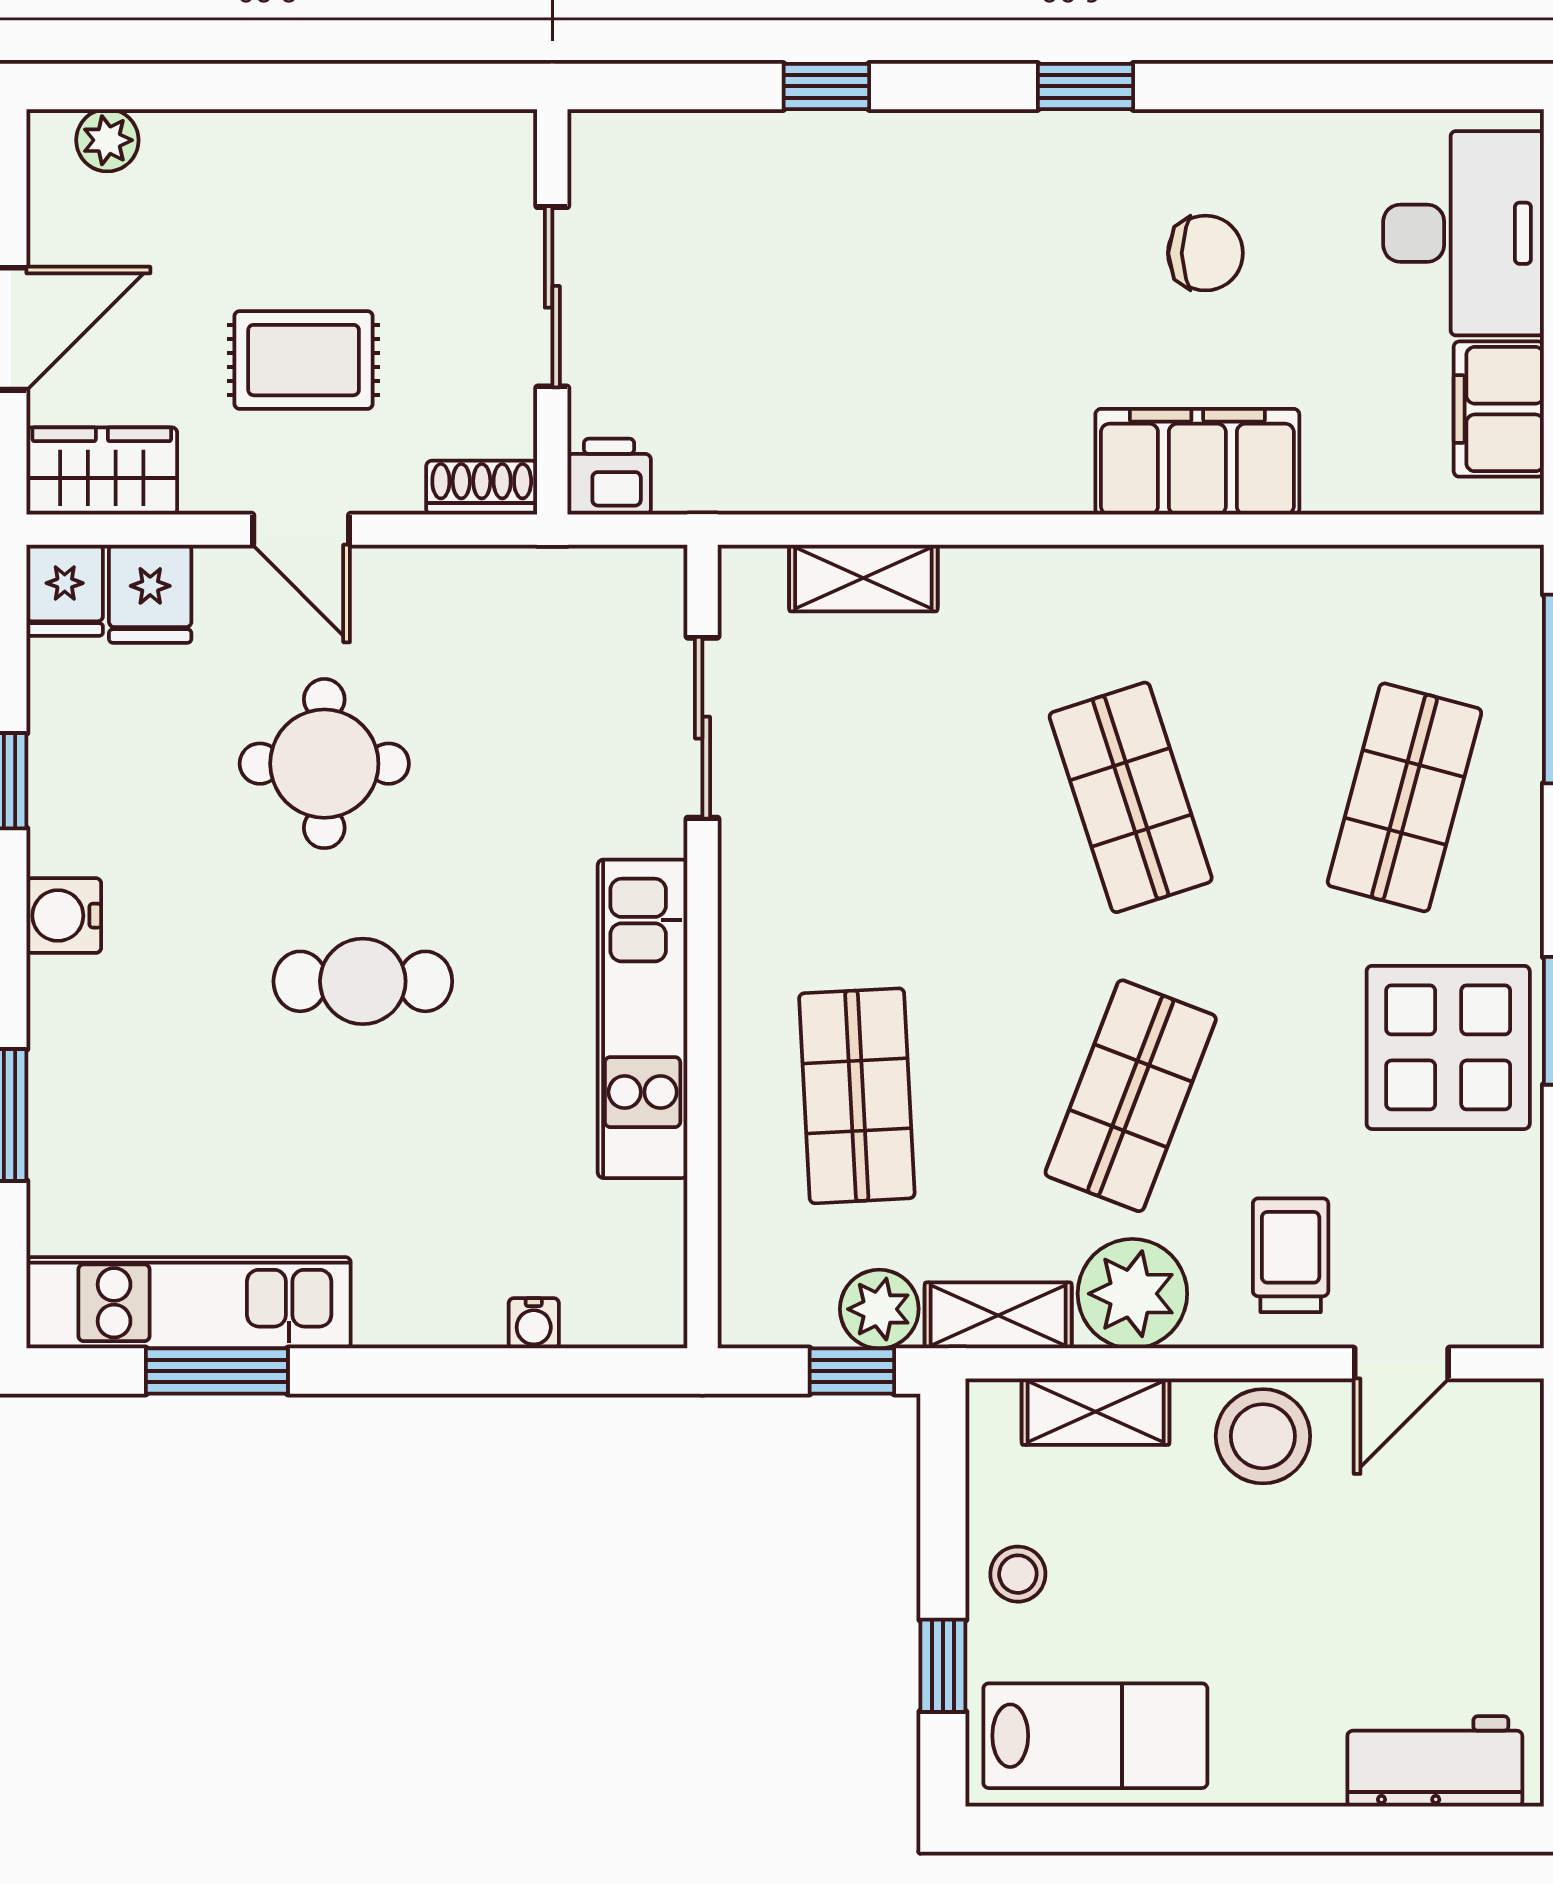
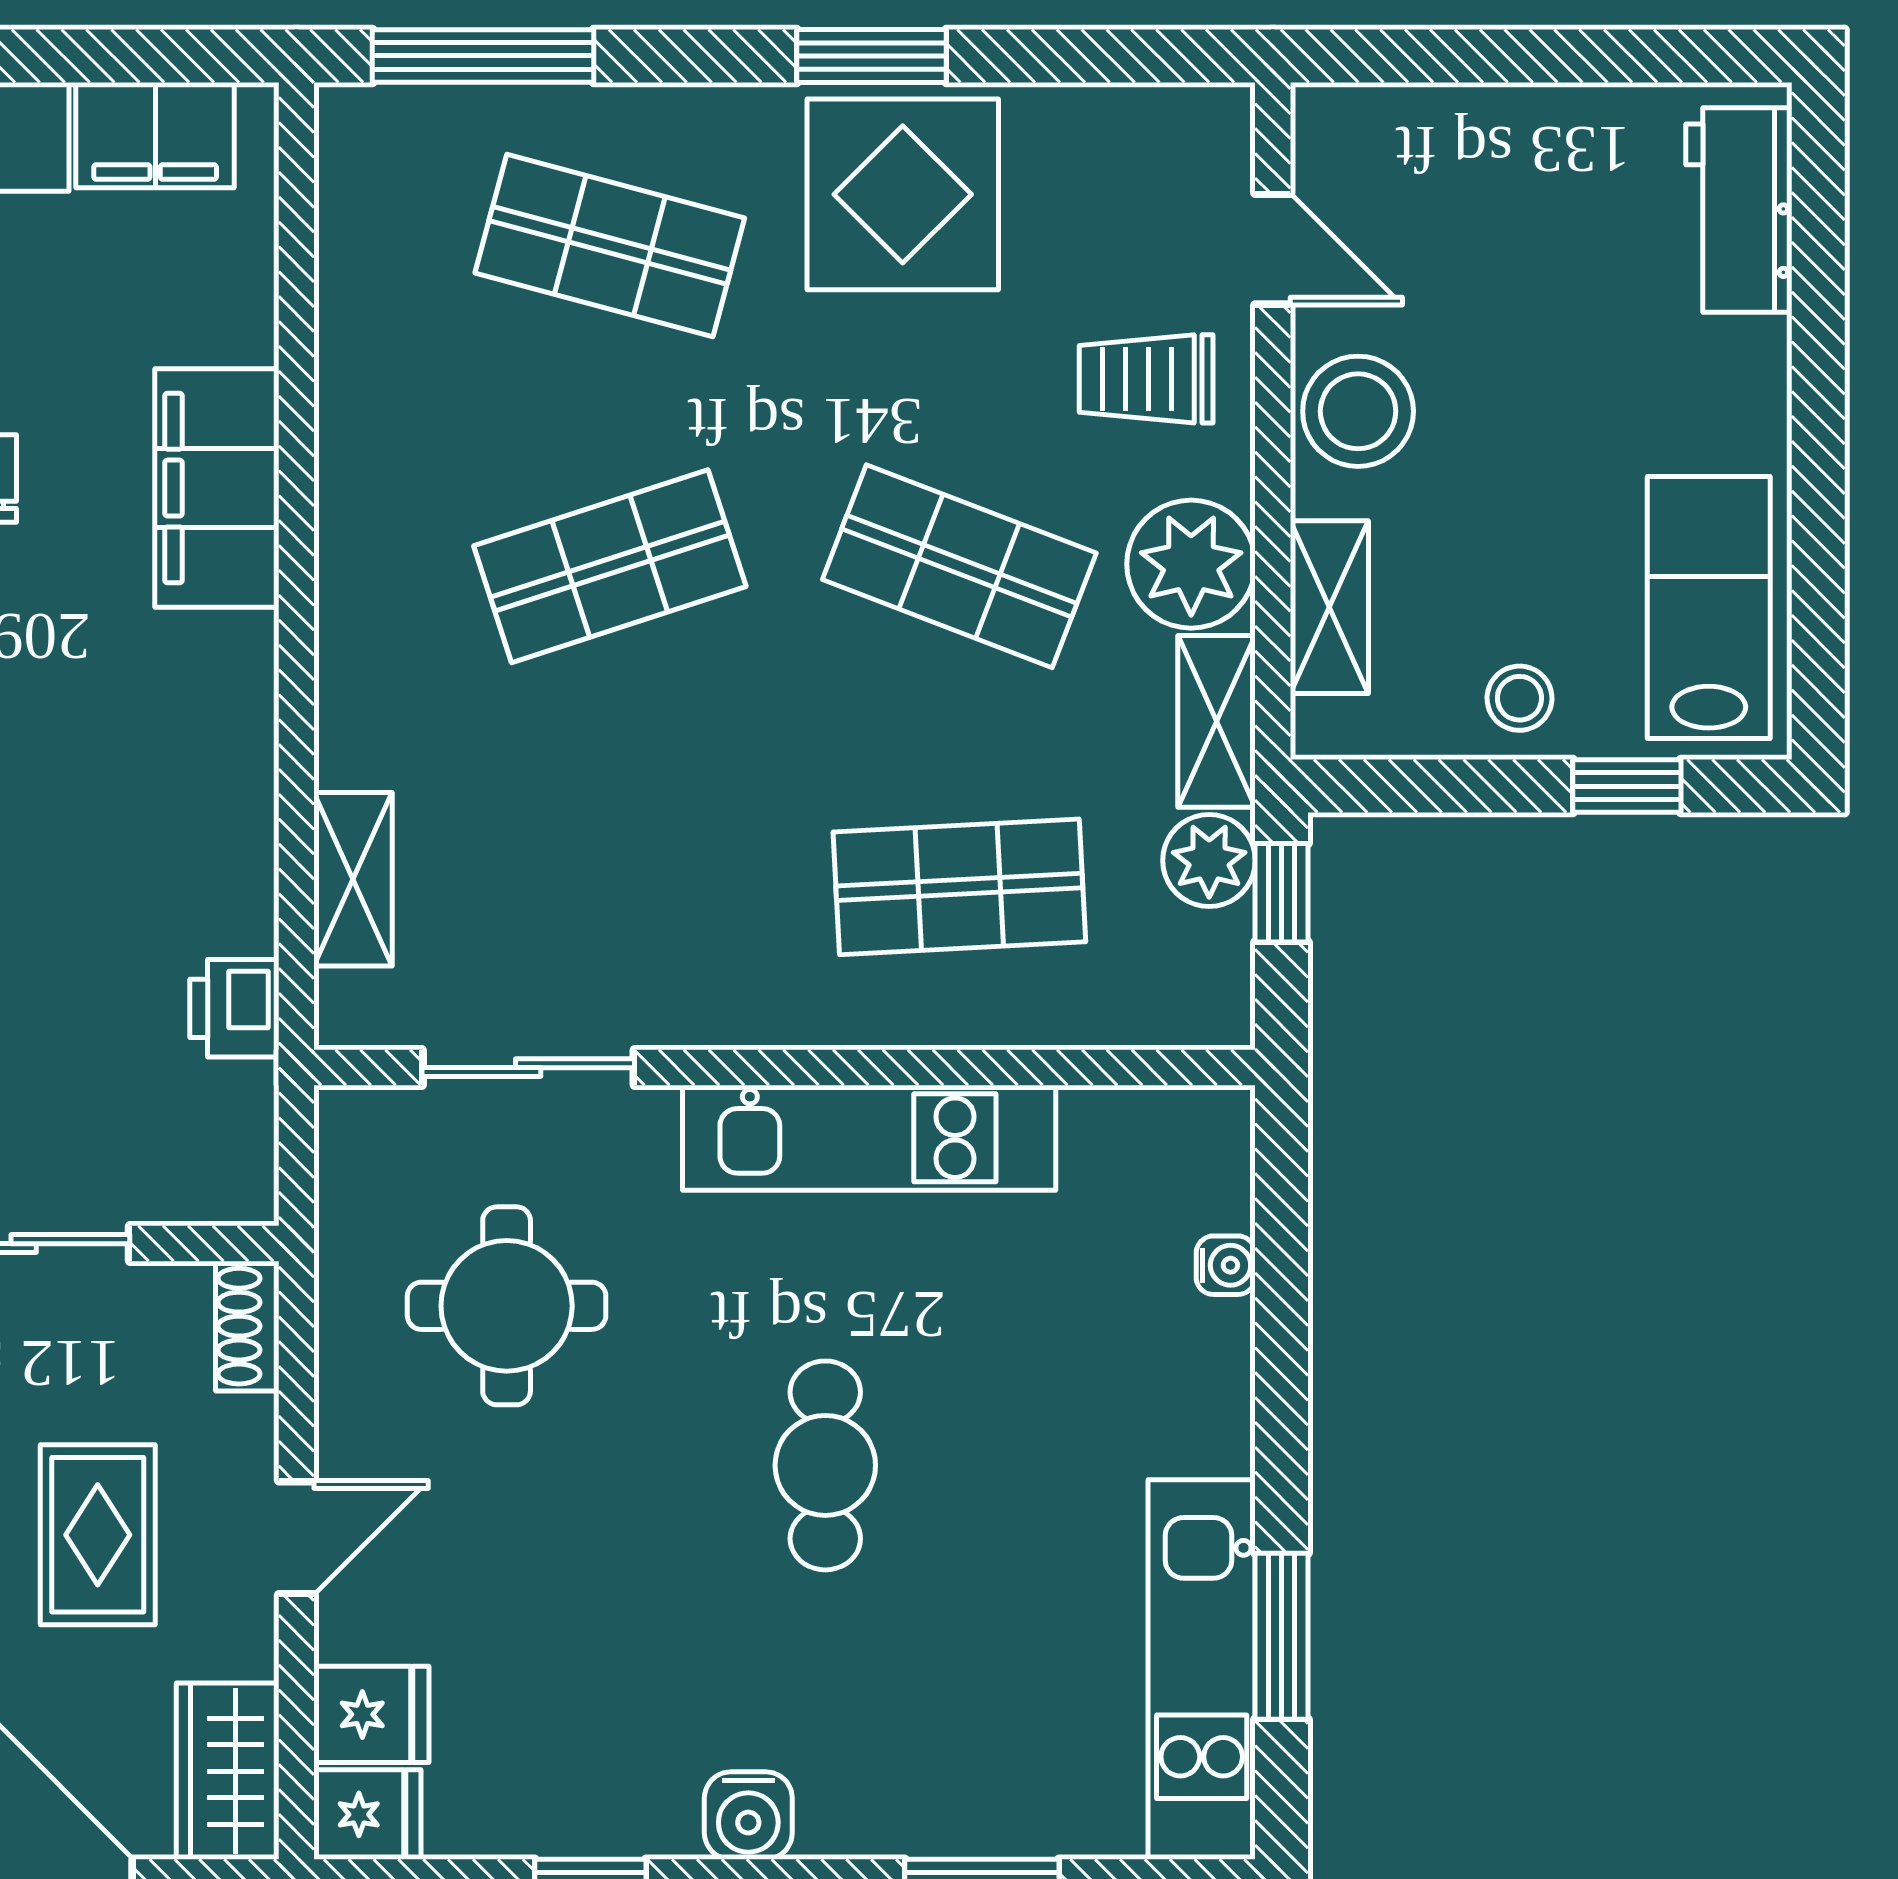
printer: (609, 477) -> (234, 1008), moved
round table: (324, 764) -> (507, 1306), moved

